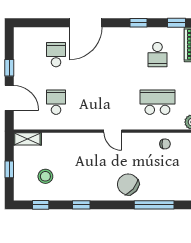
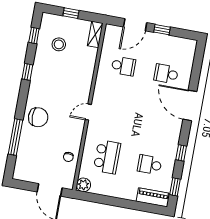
school desk: (56, 55) -> (166, 74), turned 180
chair: (128, 184) -> (38, 117), turned 50

